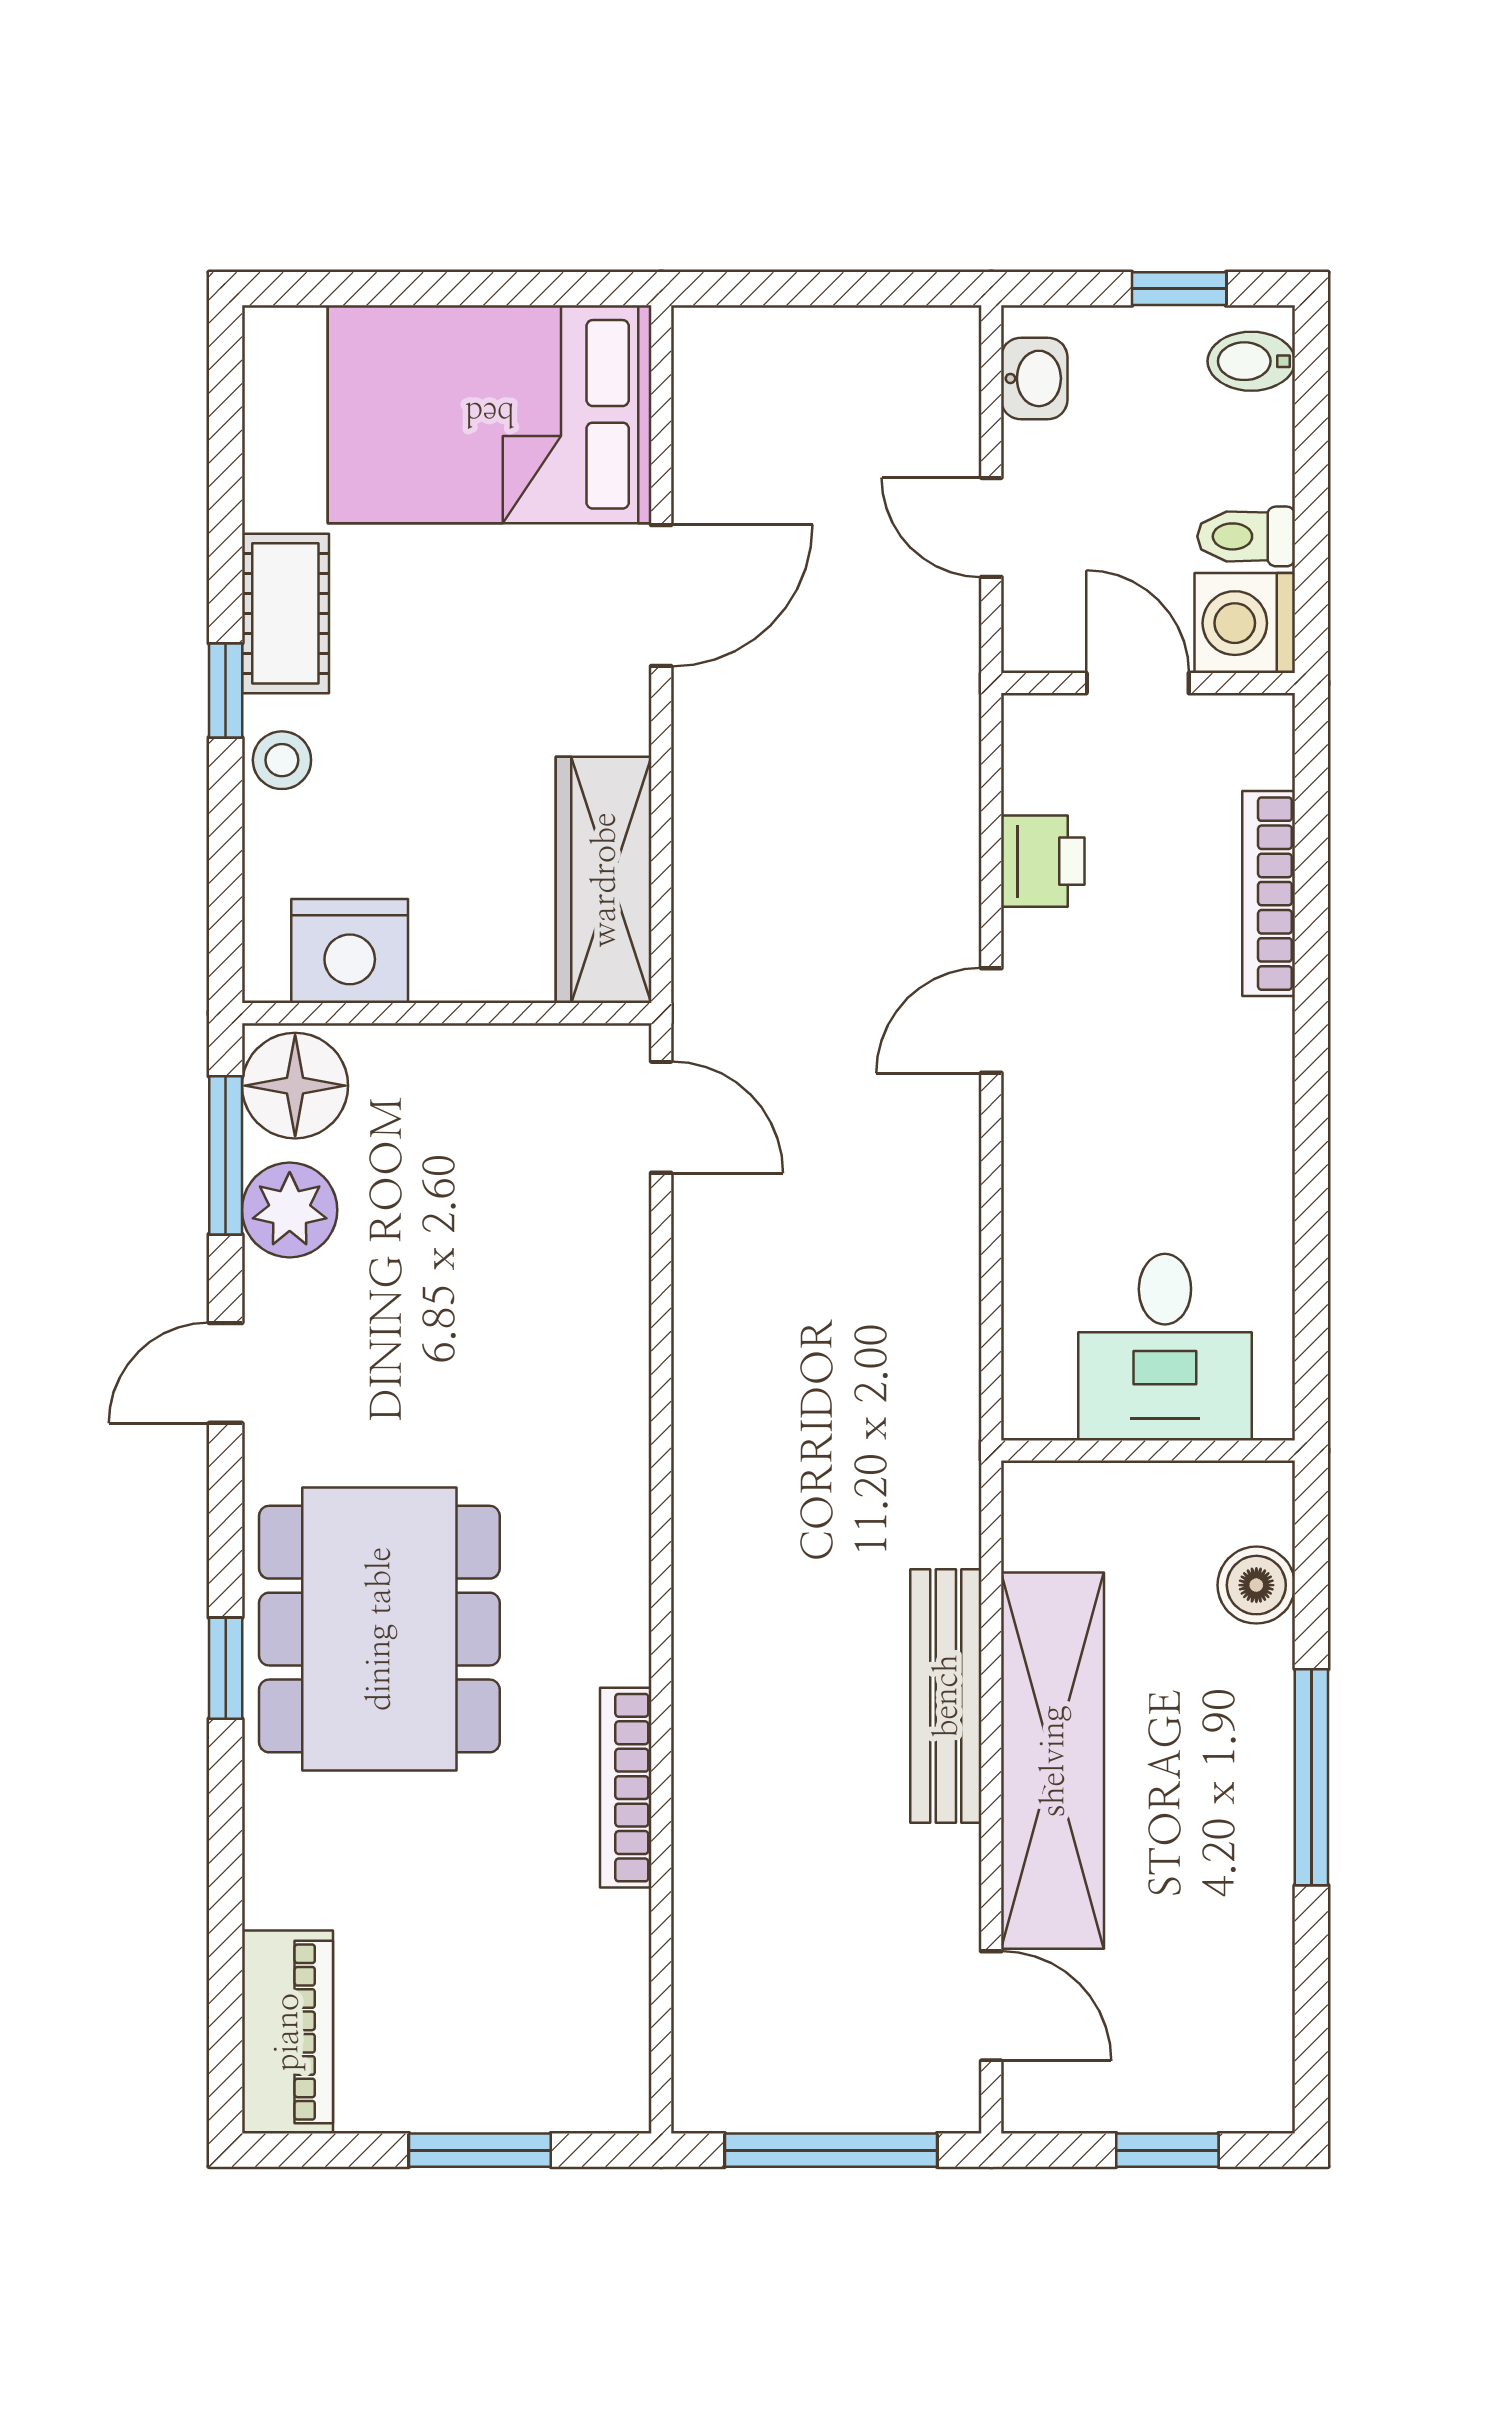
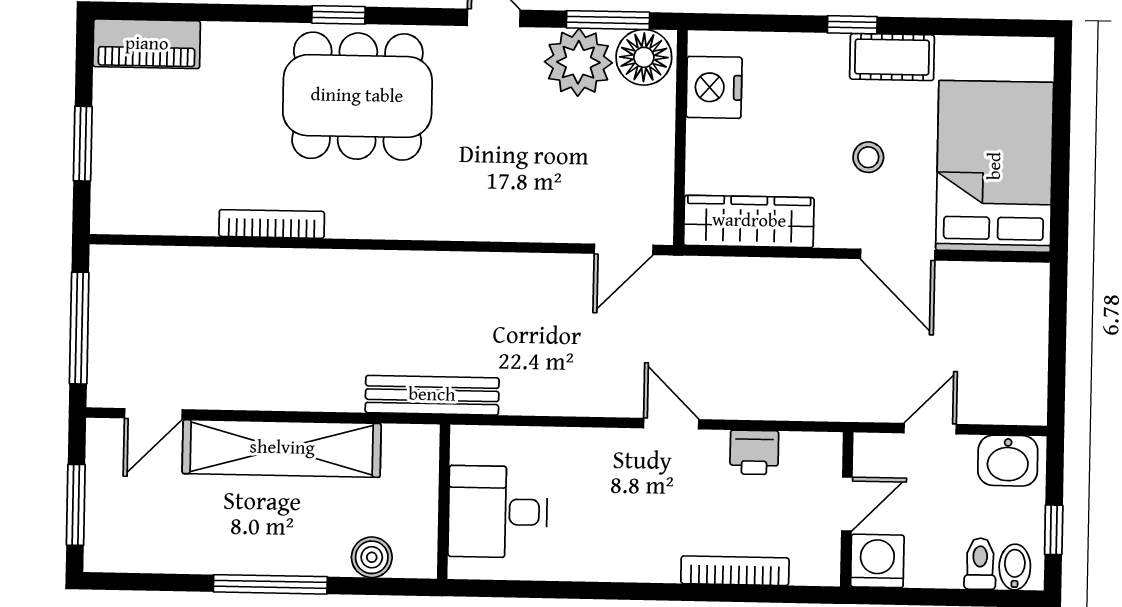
washbasin: (1034, 378) -> (1008, 461), width x1.38, depth x1.45
toilet: (1246, 536) -> (980, 564), moved
stool: (282, 760) -> (868, 157), moved
plant: (290, 1210) -> (578, 62), width x1.36, depth x1.36
bench: (946, 1696) -> (432, 395), moved
window: (1167, 2150) -> (76, 505), width x1.50

